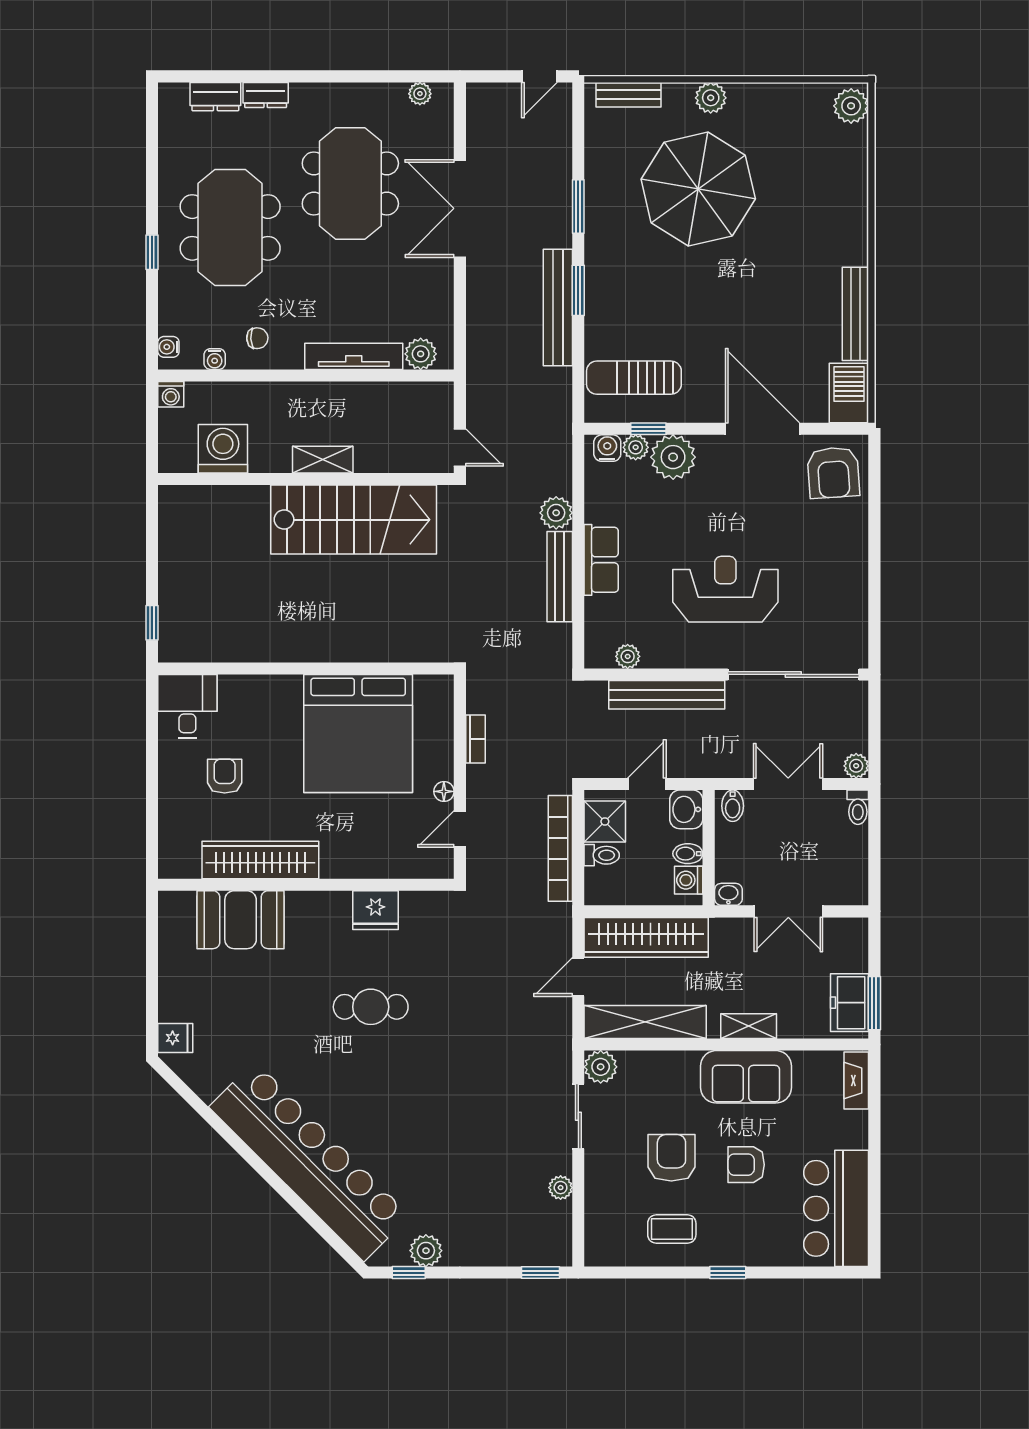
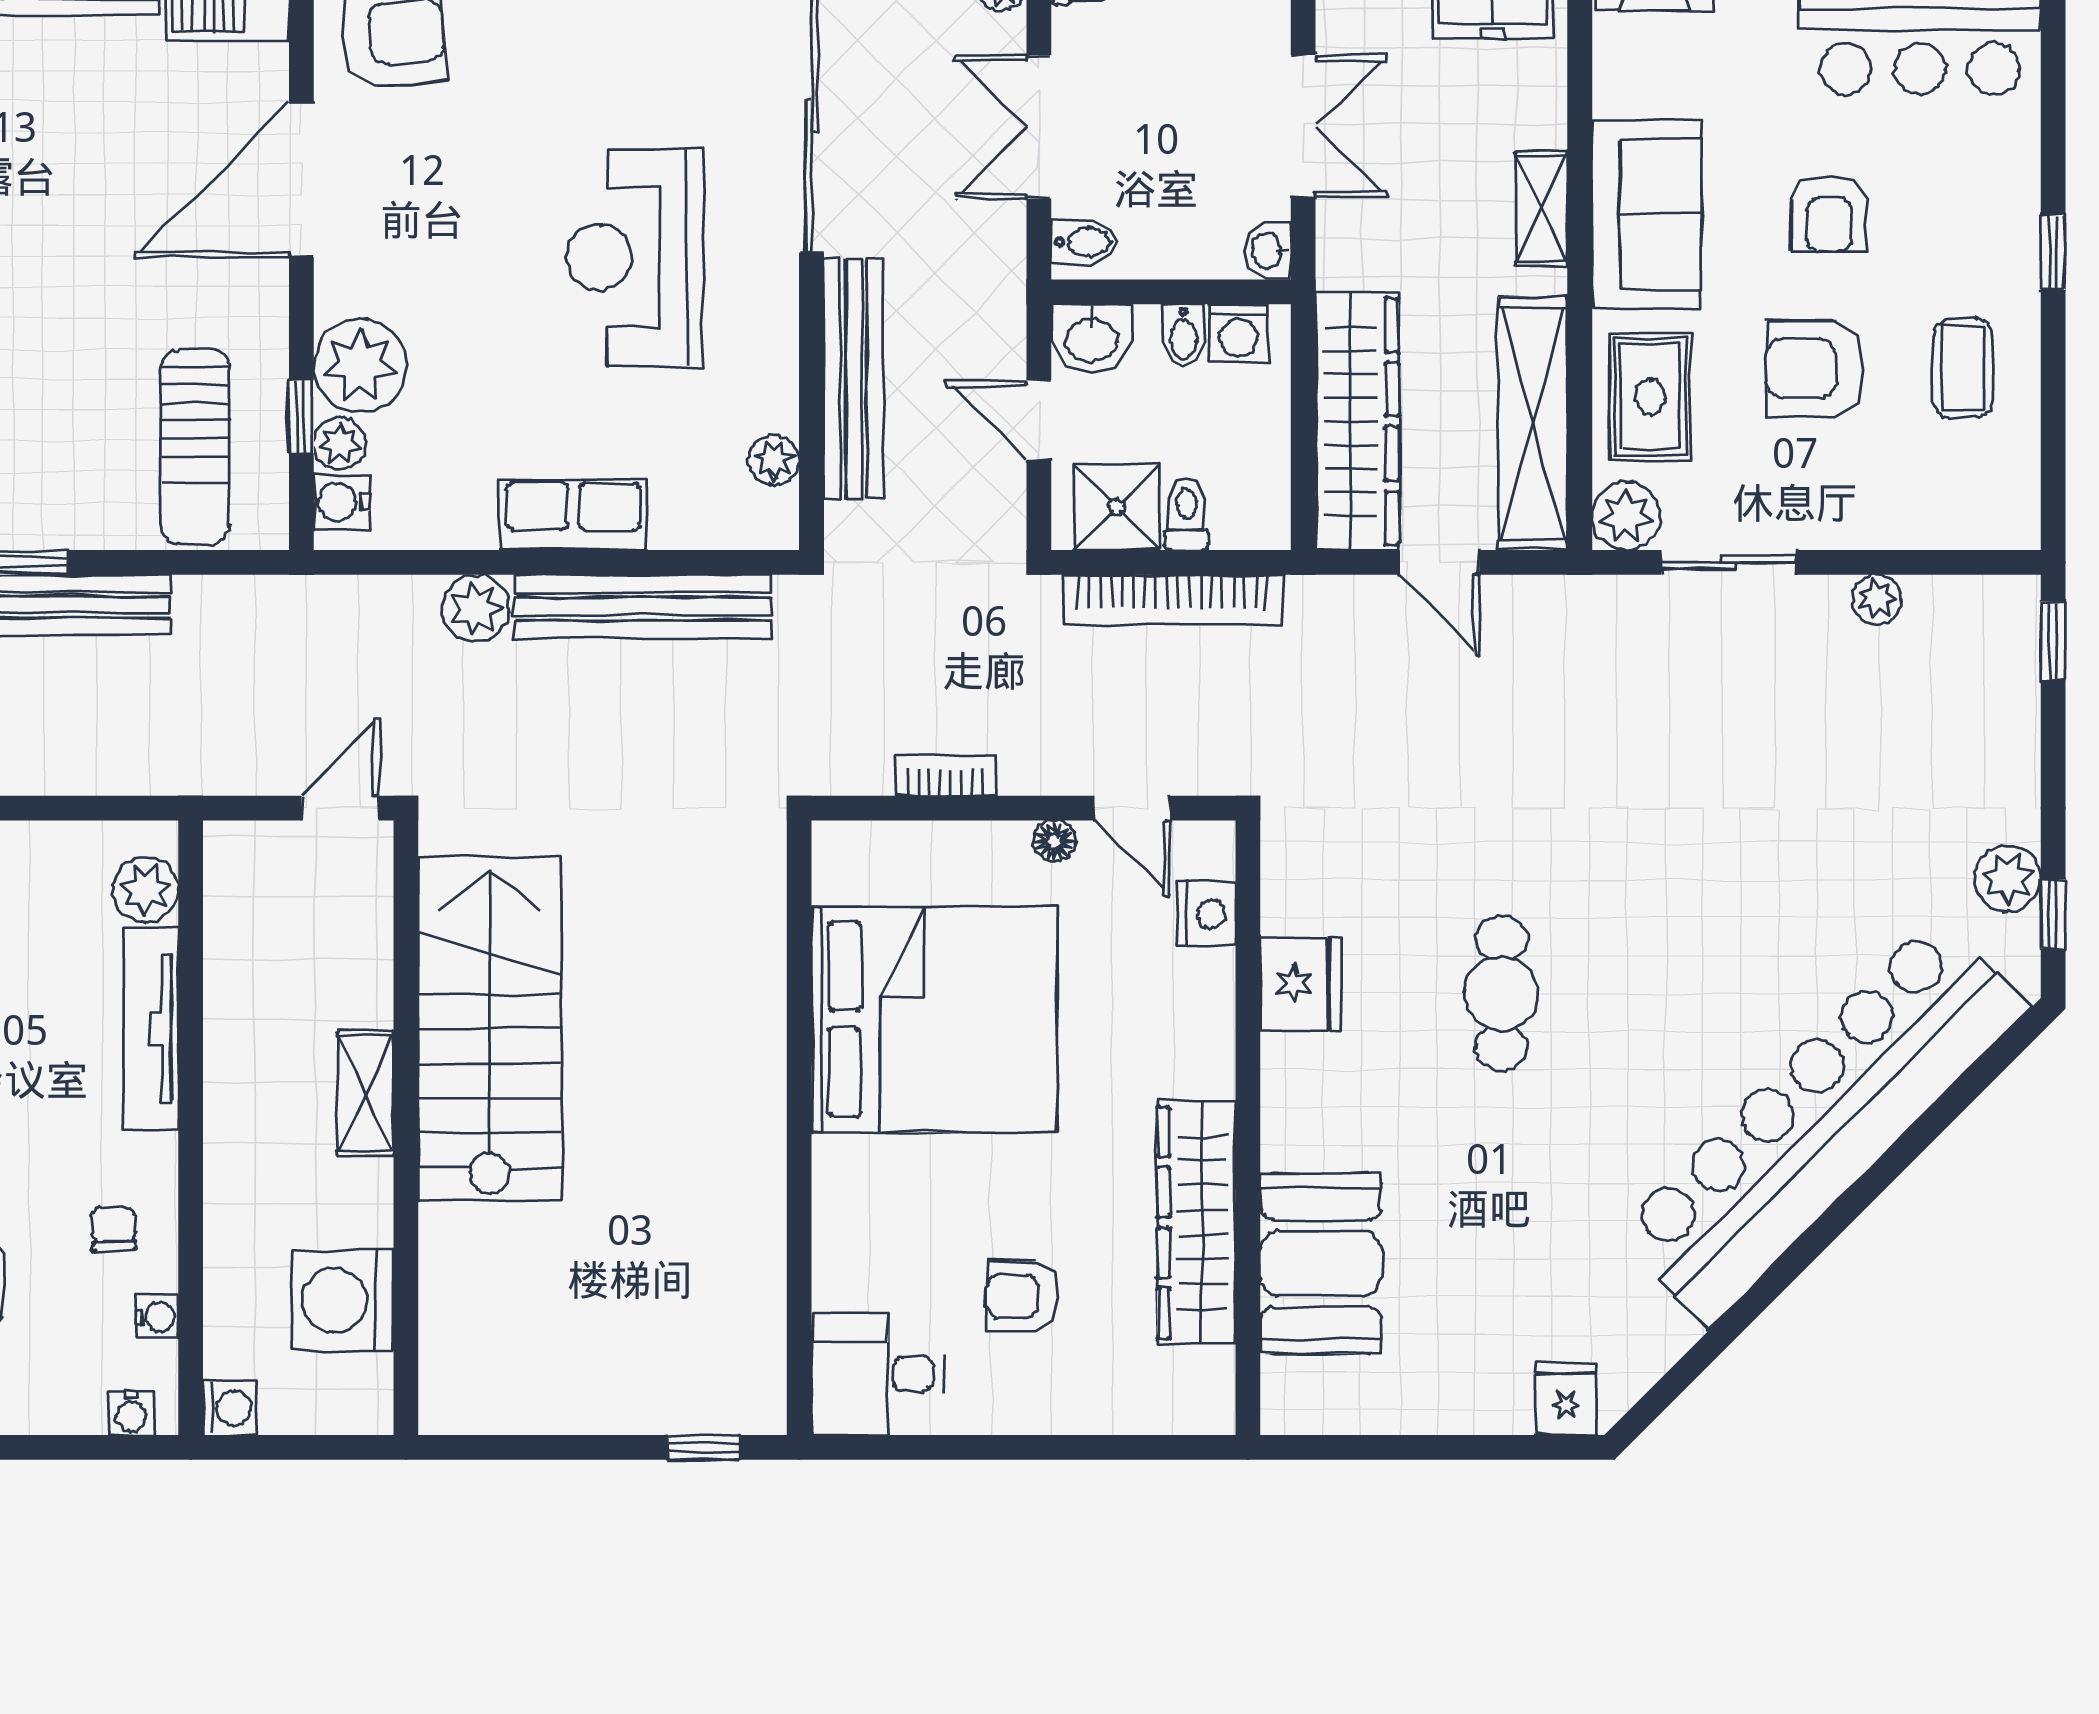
bench: (560, 577) -> (643, 607), width x1.37, depth x1.21
nightstand: (409, 865) -> (1206, 914), added
rug: (658, 1079) -> (1650, 397), added

